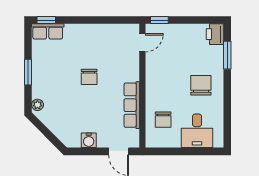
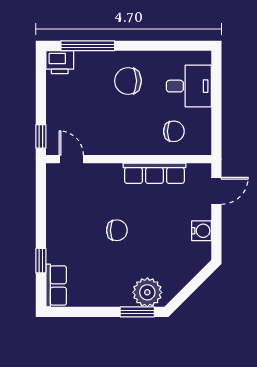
window: (46, 20) -> (41, 261), moved
window: (227, 55) -> (88, 46), width x1.44
window: (28, 72) -> (137, 312), moved
plant: (37, 105) -> (147, 292), width x1.88, depth x1.88

